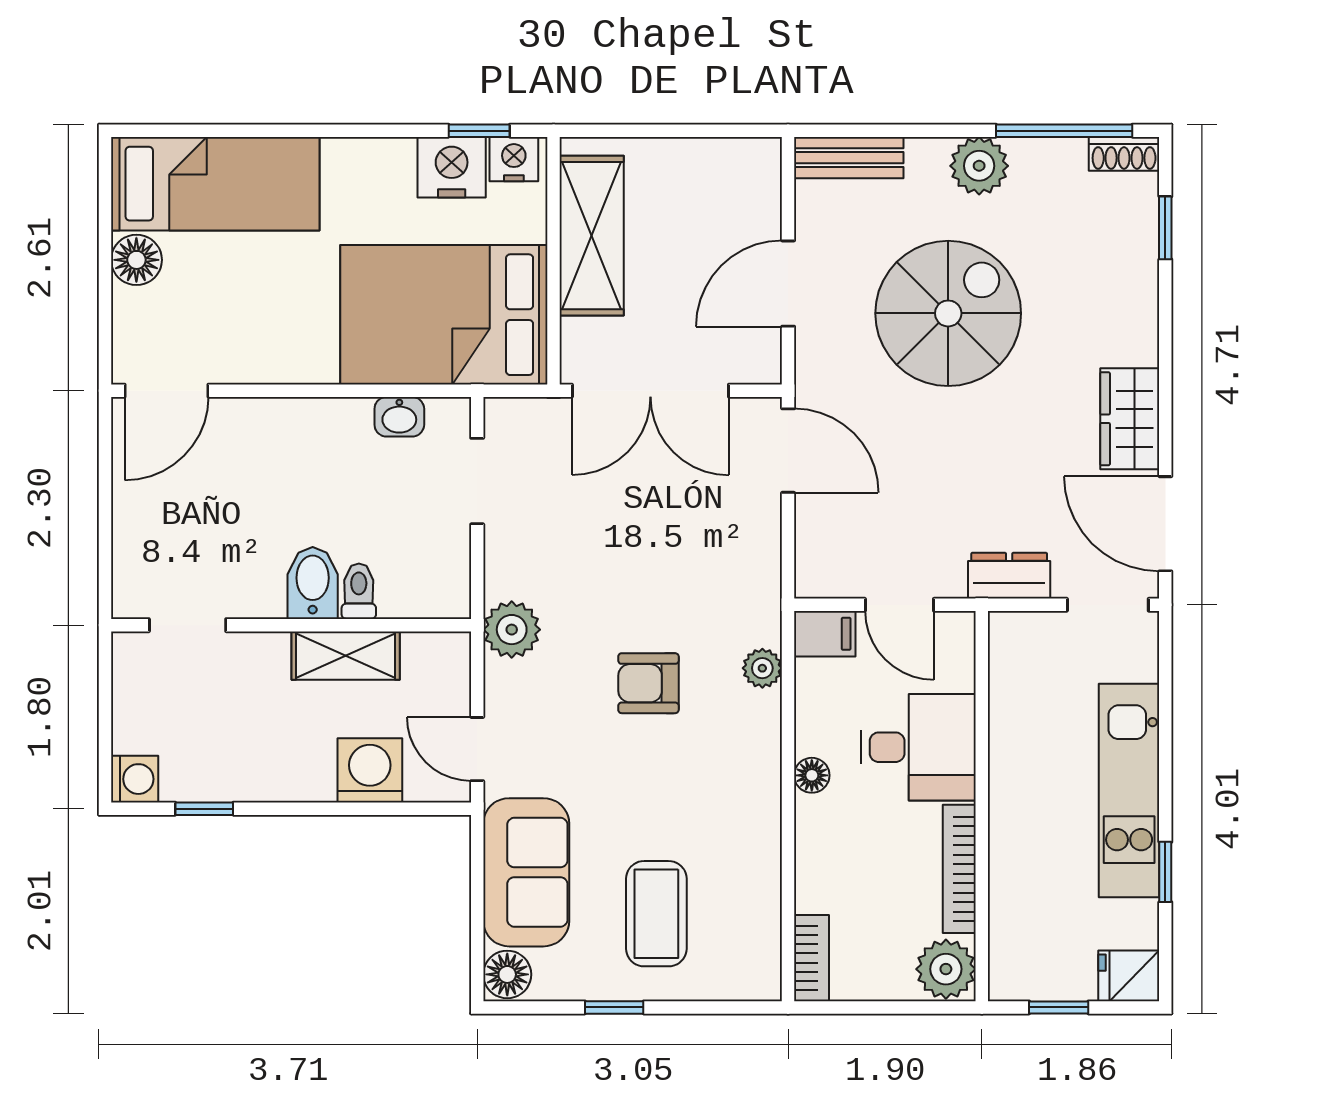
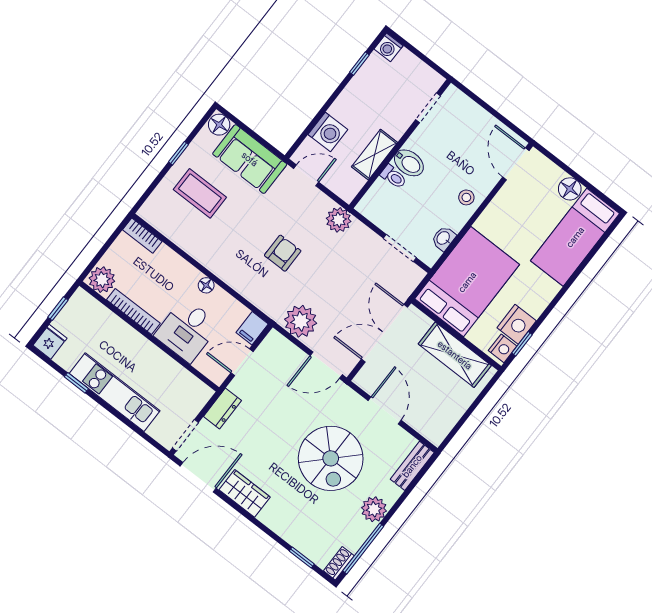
stool: (295, 432) -> (466, 197), added
plant: (762, 668) -> (301, 321), moved, width x1.88, depth x1.88

